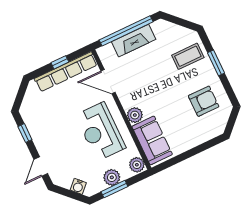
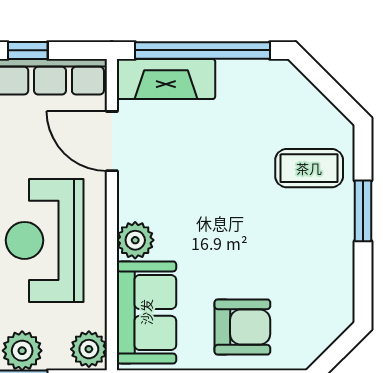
fireplace: (134, 41) -> (166, 79), moved
armchair: (204, 101) -> (242, 327), moved

